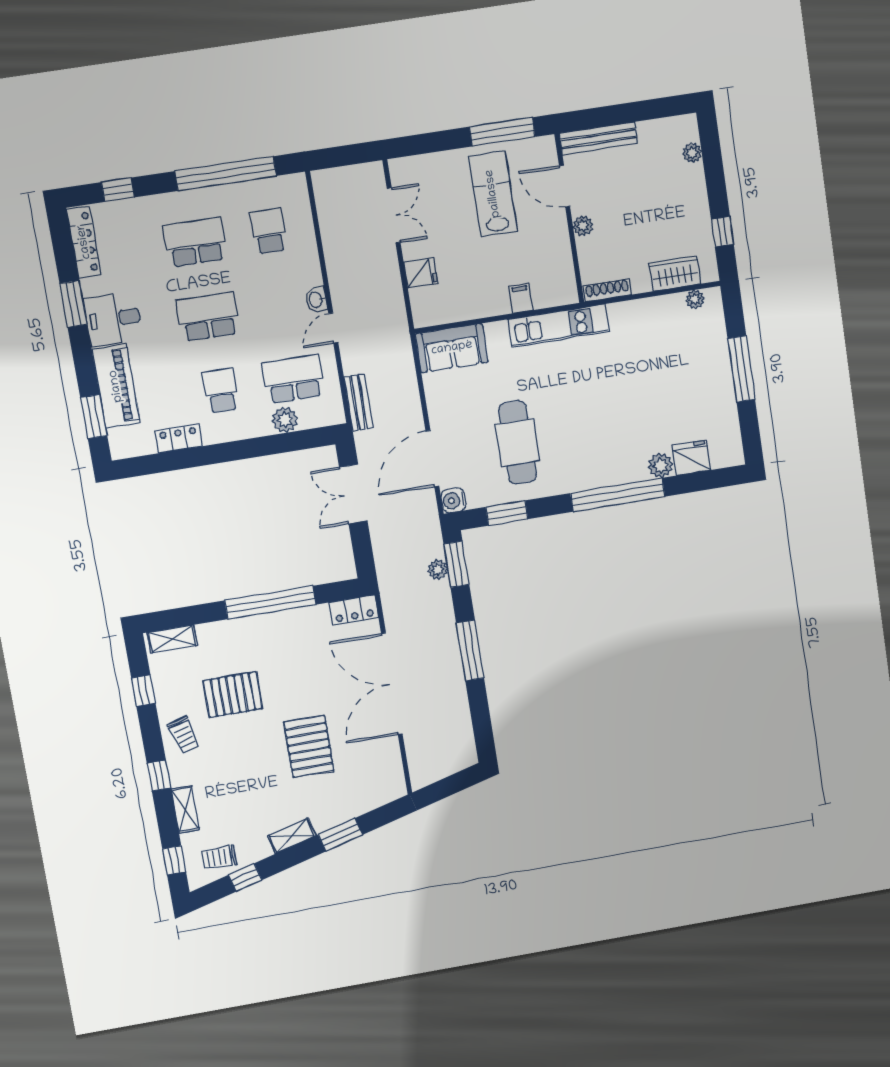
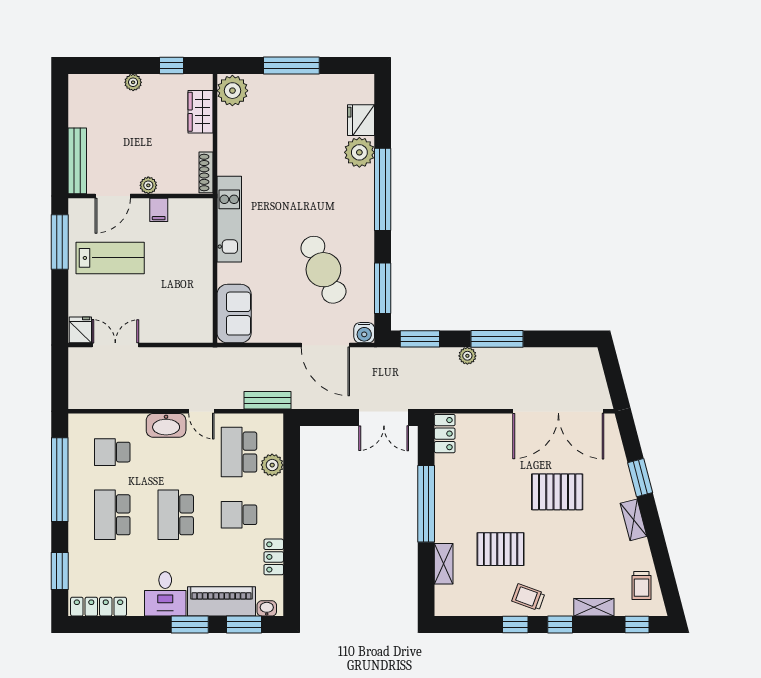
plant: (692, 153) -> (133, 82), moved
window: (118, 190) -> (60, 571), width x1.50
lab bench: (493, 194) -> (110, 258), turned 180
fridge: (421, 273) -> (80, 330), moved
filing cabinet: (521, 298) -> (159, 210), moved, turned -90
plant: (695, 299) -> (232, 91), width x1.88, depth x1.88
washbasin: (316, 300) -> (166, 425), width x1.91, depth x1.45
window: (73, 304) -> (190, 625), moved
washbasin: (117, 440) -> (267, 608), added
cafe table: (517, 443) -> (323, 270), turned 65
plant: (661, 466) -> (359, 152), width x1.36, depth x1.36
double door: (353, 494) -> (384, 417), moved
window: (507, 513) -> (383, 288), width x1.44
plant: (438, 570) -> (467, 356), moved
shelving: (172, 639) -> (444, 564), moved
double door: (392, 684) -> (558, 411), moved
window: (143, 691) -> (515, 625), moved
pallet: (233, 695) -> (501, 549), turned 90
trolley: (184, 735) -> (528, 597), turned -145
window: (245, 877) -> (663, 566), removed

